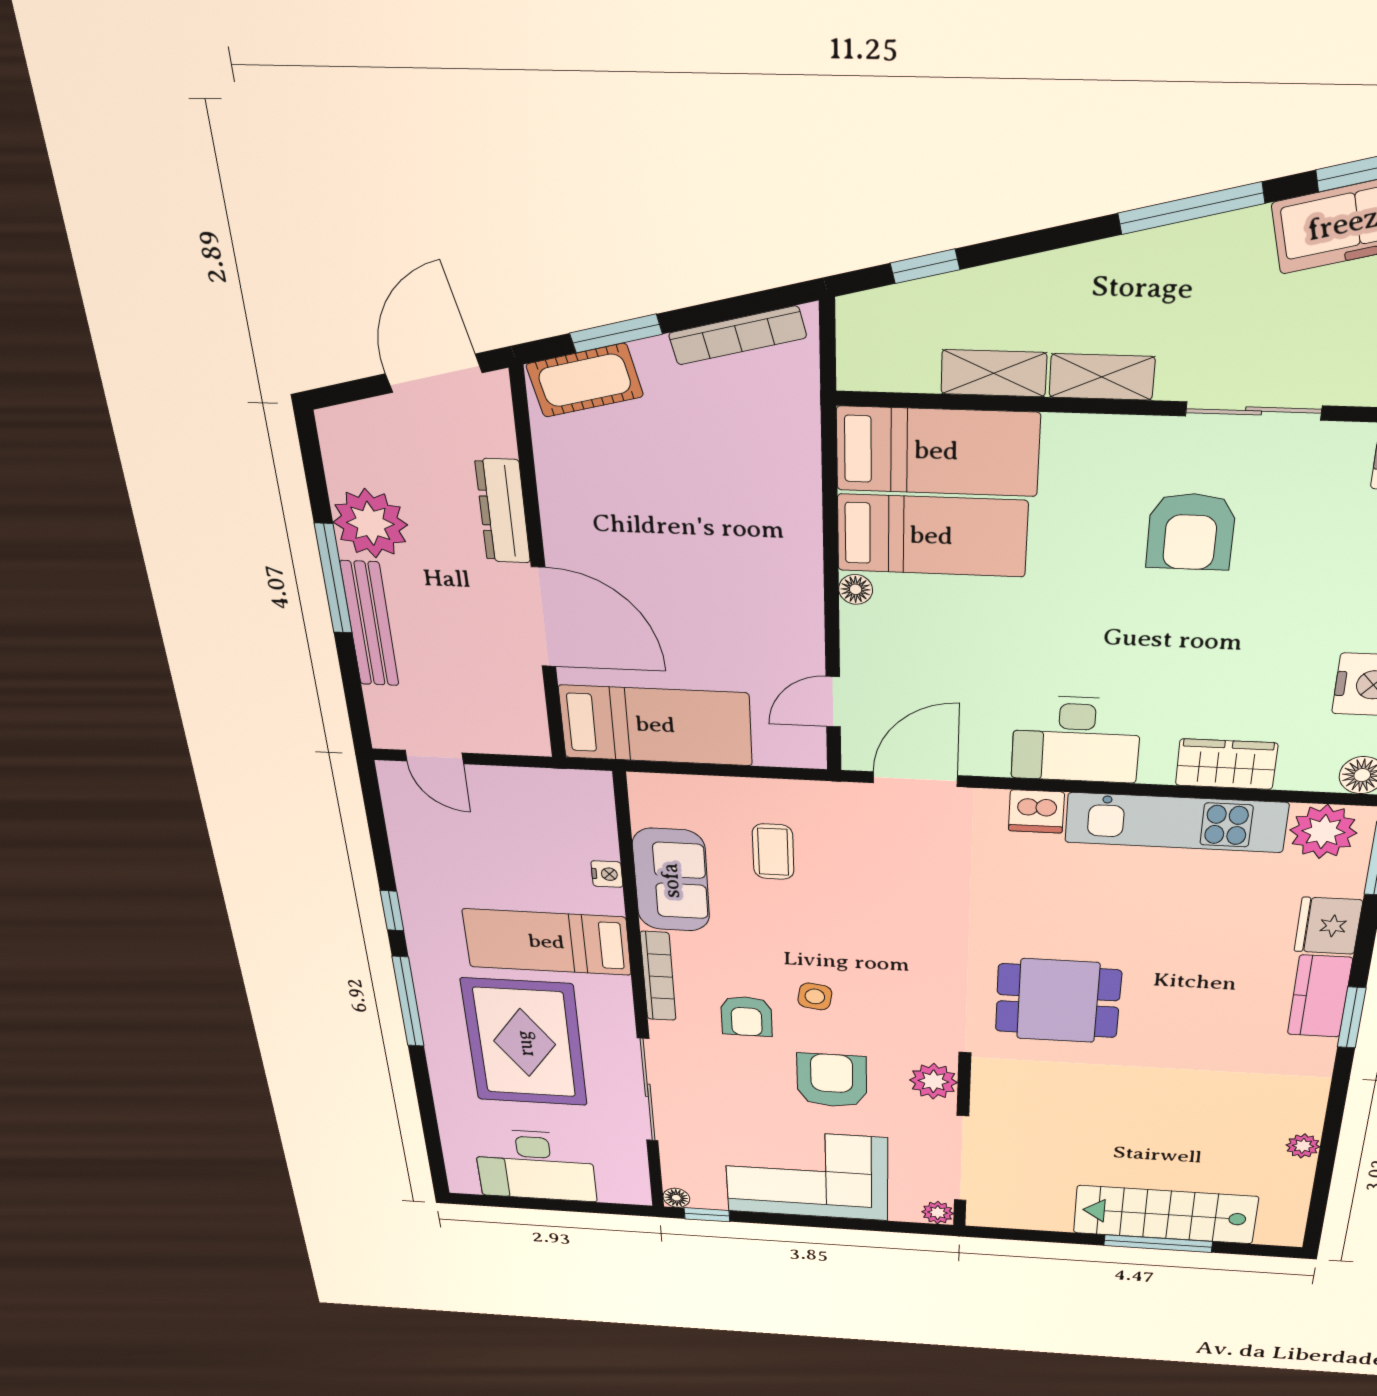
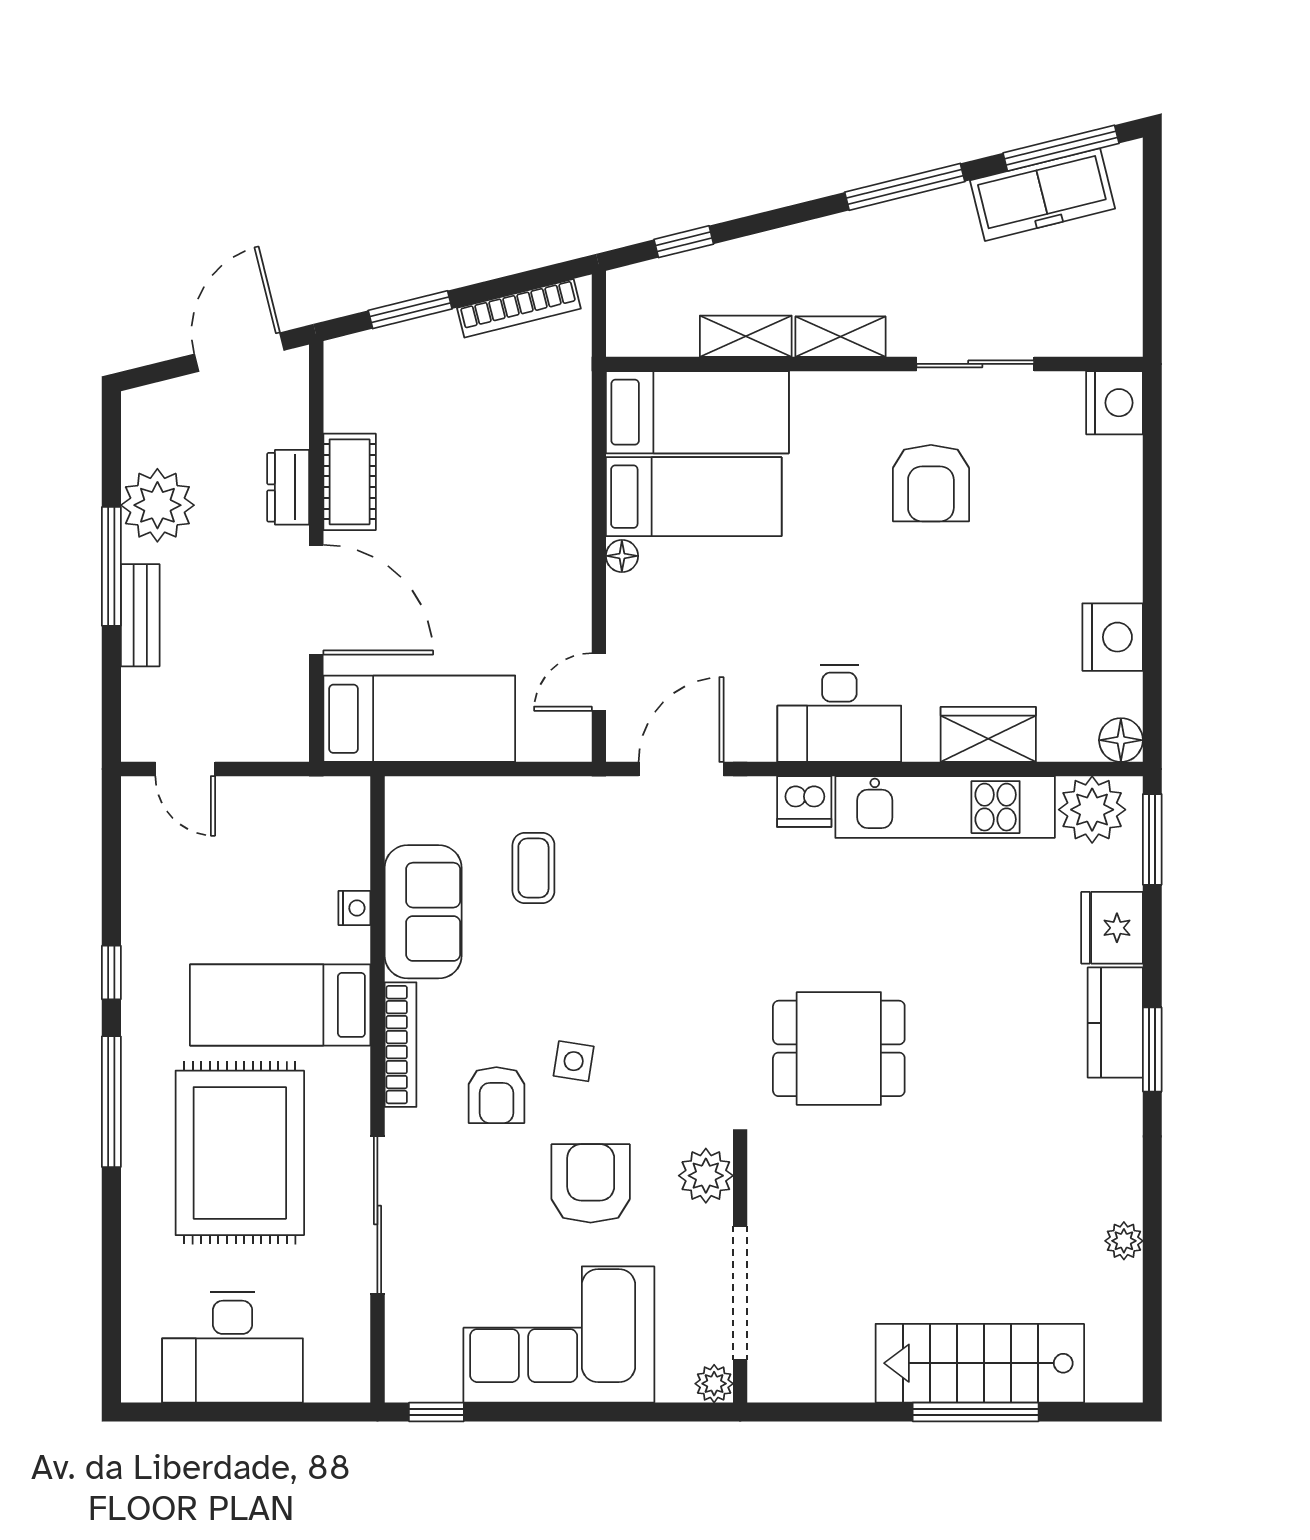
cot: (585, 380) -> (350, 482), moved, turned -76
dresser: (503, 511) -> (288, 487), width x0.70
bench: (370, 624) -> (140, 615), width x0.73
floor lamp: (676, 1198) -> (401, 1387), removed

